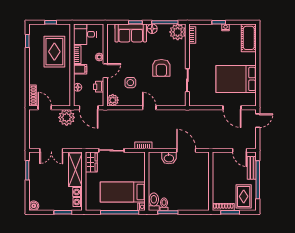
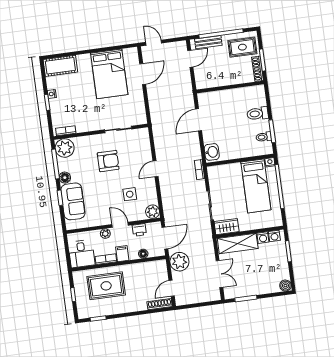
washbasin: (169, 158) -> (212, 152), moved
toilet: (154, 202) -> (258, 114), moved

